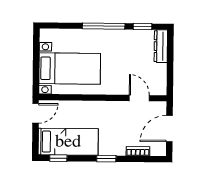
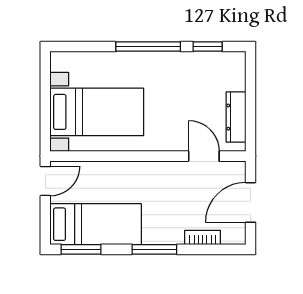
dresser: (161, 46) -> (236, 117), moved
window: (58, 158) -> (81, 249), width x1.50
window: (106, 159) -> (154, 249), width x1.50

